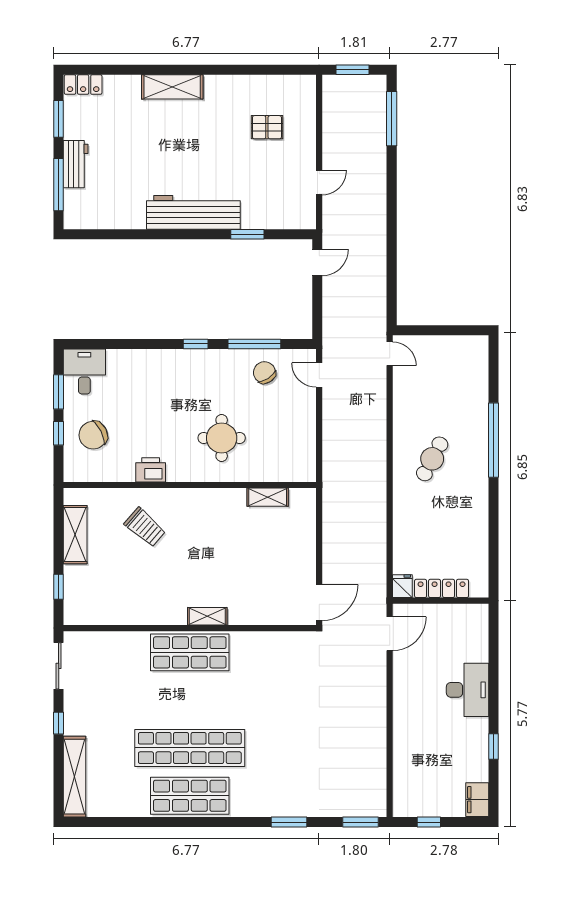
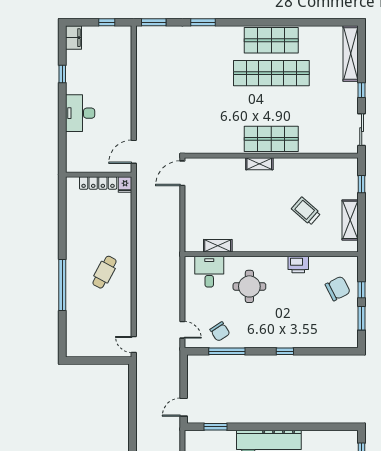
window: (247, 234) -> (215, 427), moved
window: (196, 344) -> (285, 351), moved
desk: (84, 371) -> (209, 272), moved, turned 180
trolley: (145, 527) -> (306, 211), moved

